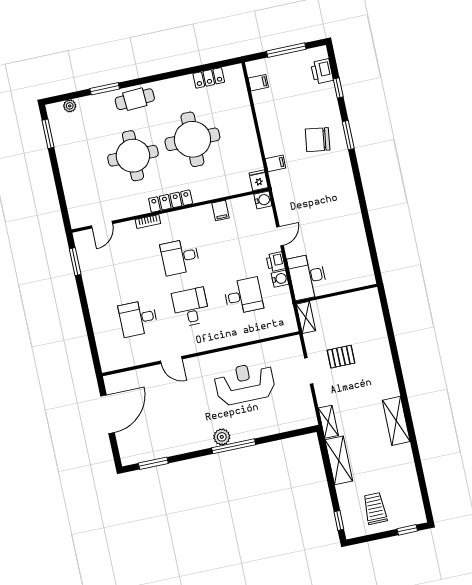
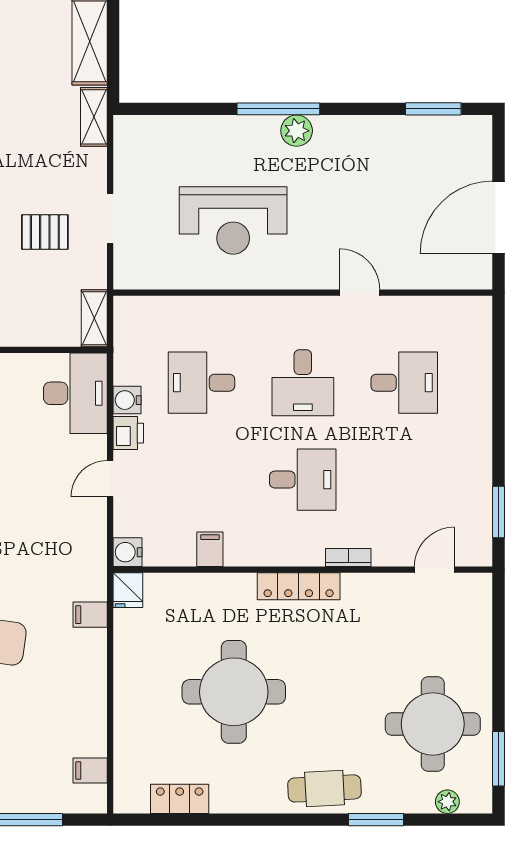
round table: (133, 156) -> (433, 724), moved

